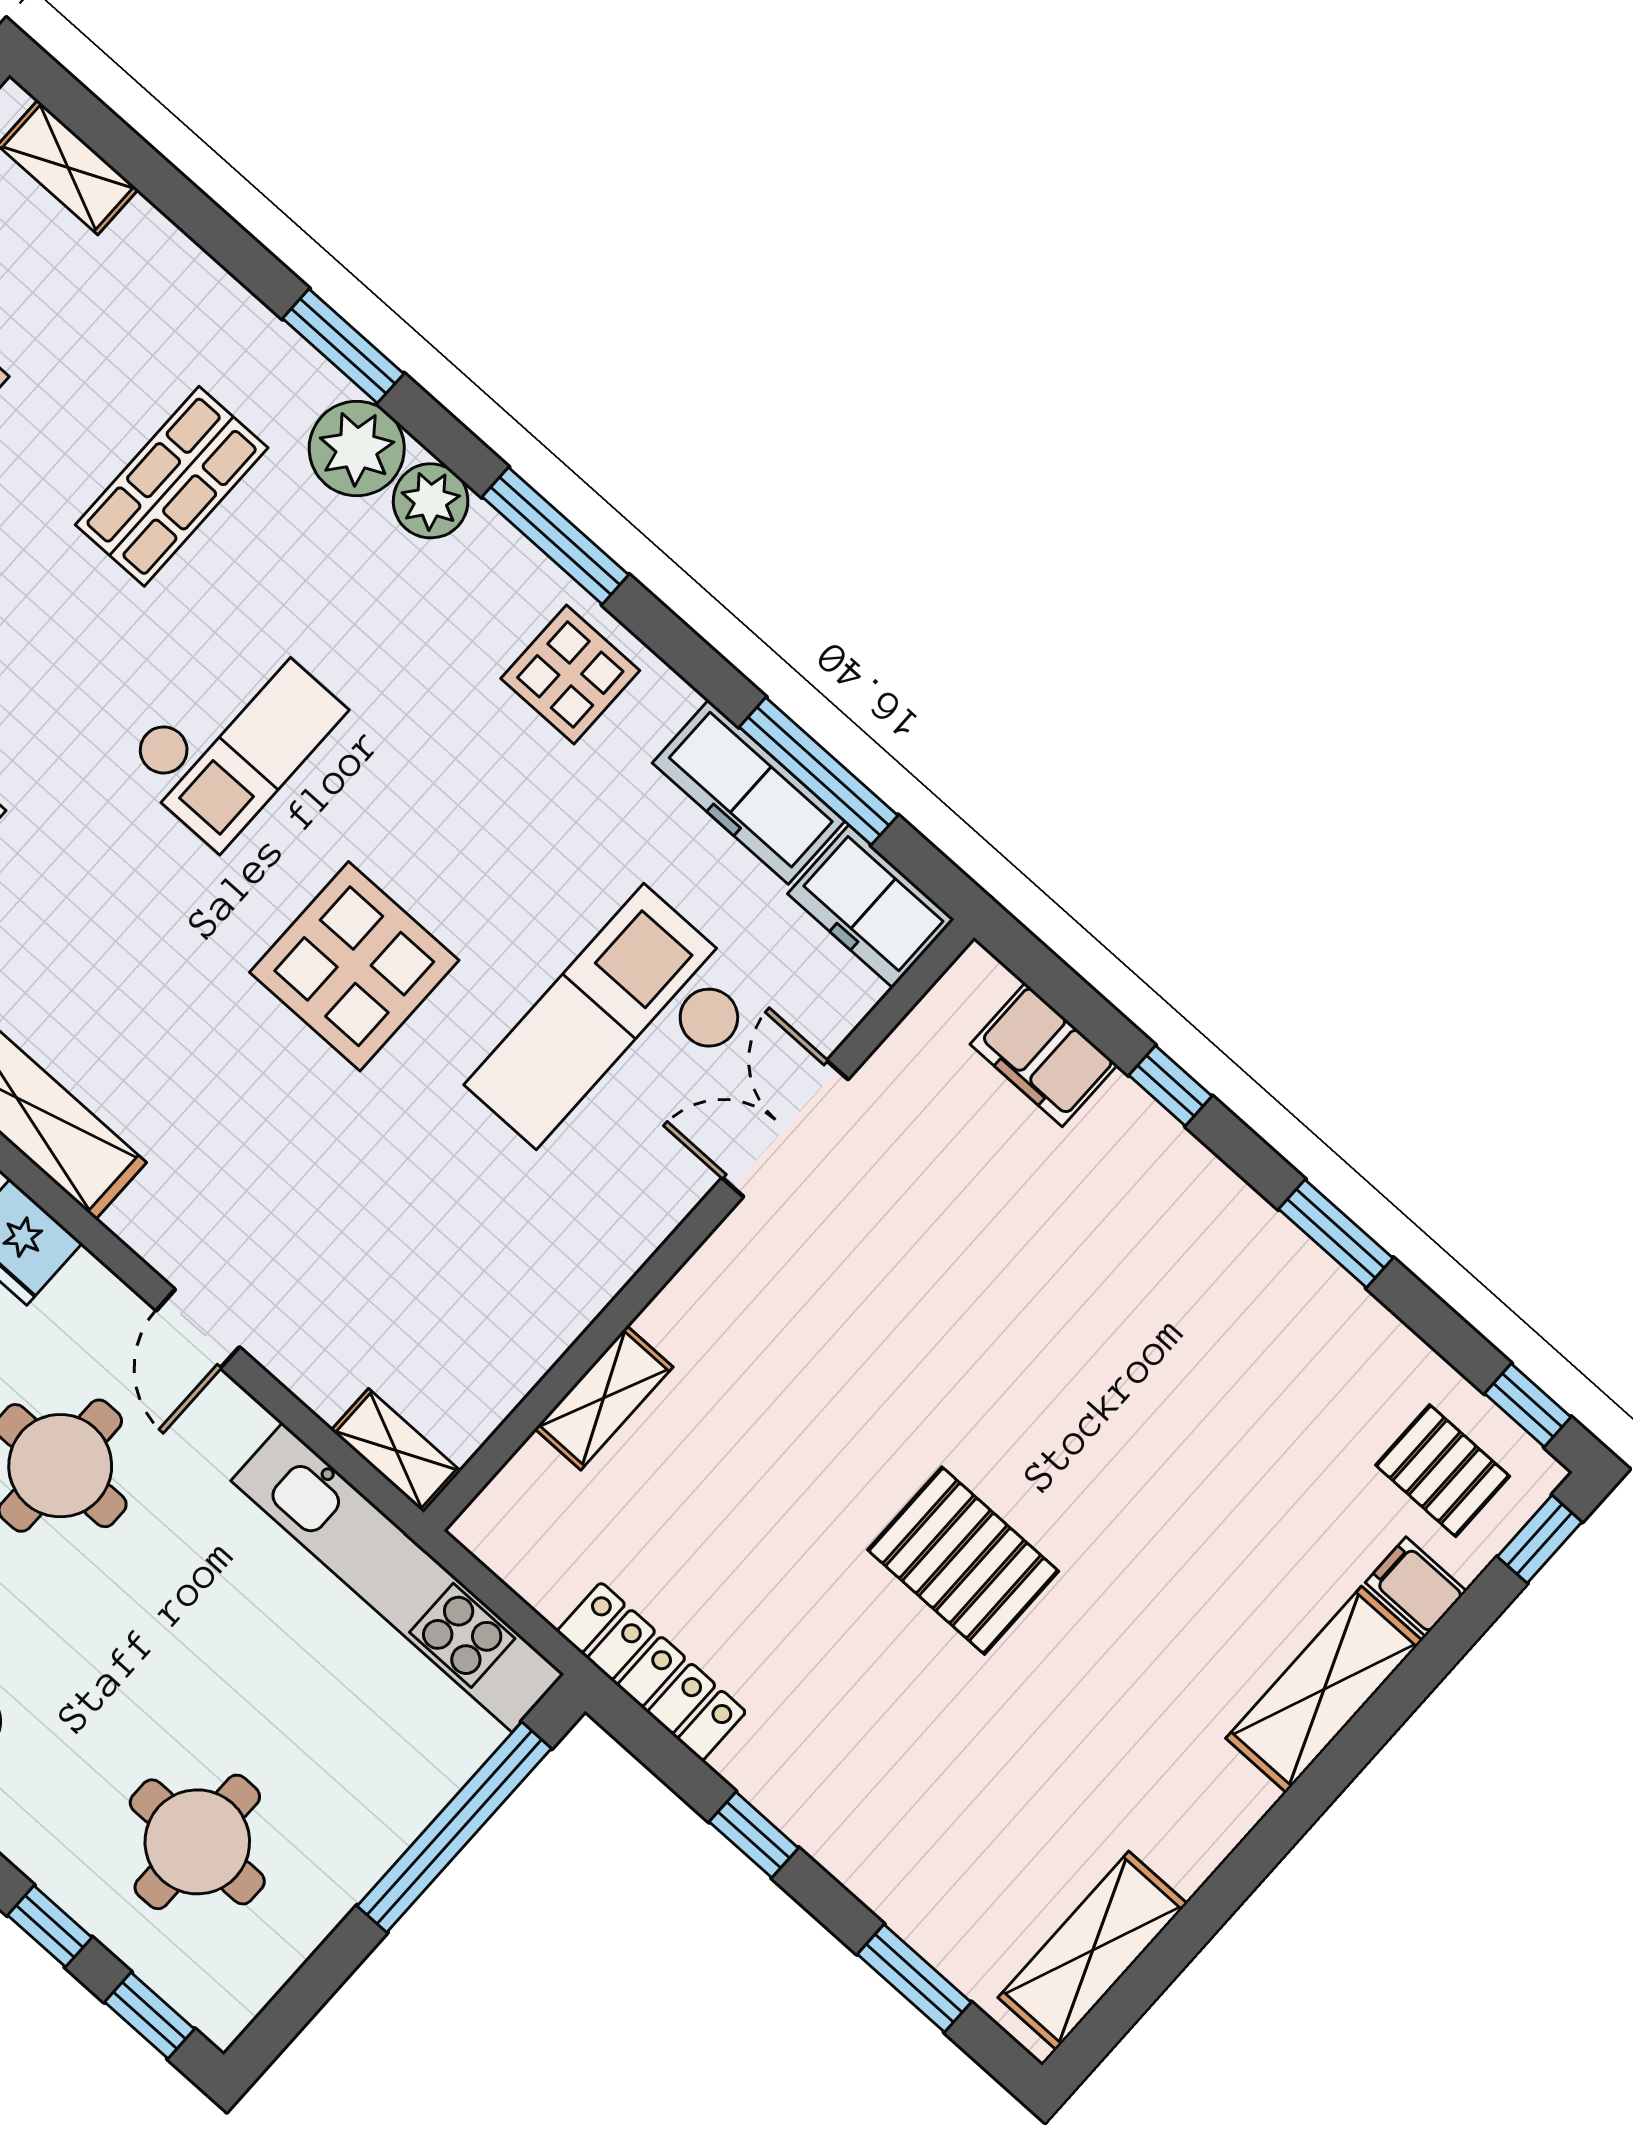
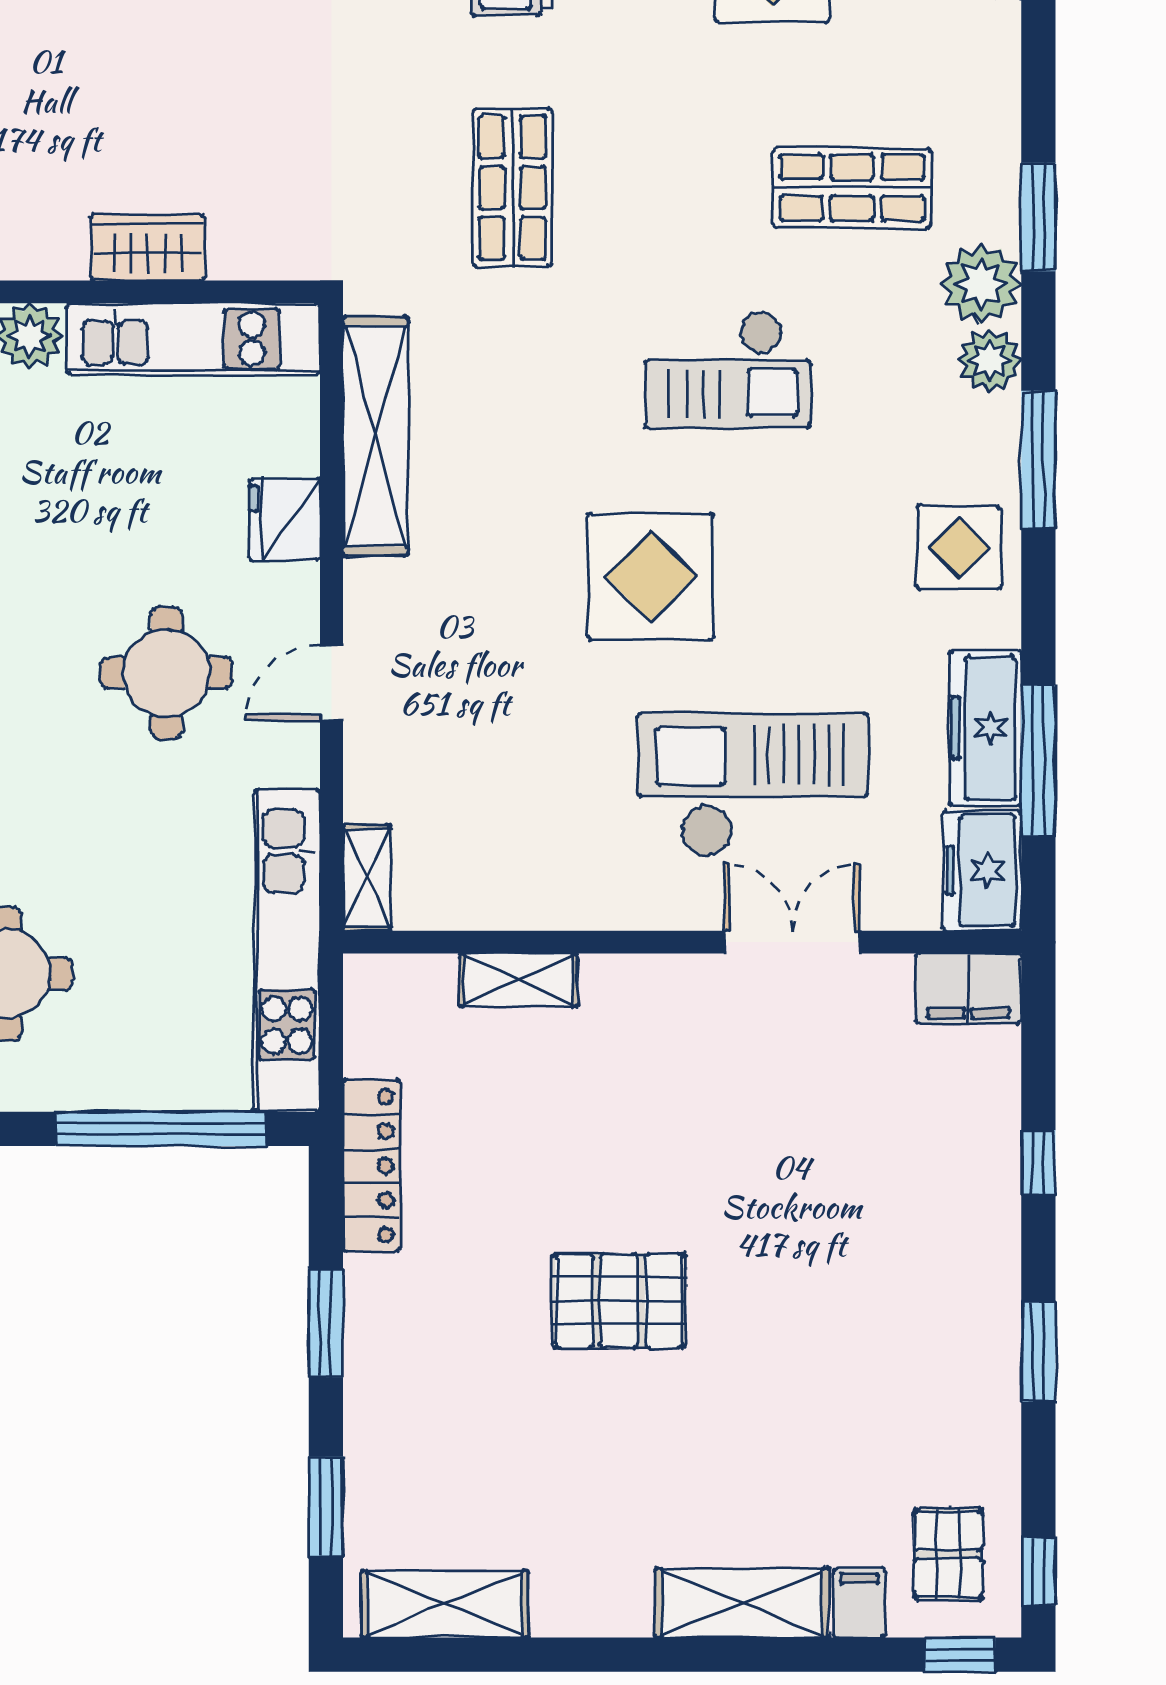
filing cabinet: (1044, 1055) -> (969, 989), moved, turned -90
pallet: (963, 1561) -> (619, 1301), turned 90
window: (754, 1835) -> (326, 1323), width x1.50

